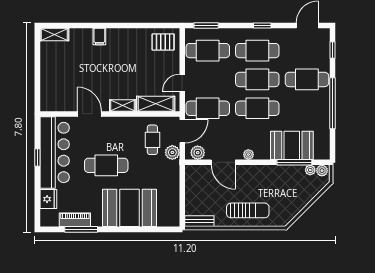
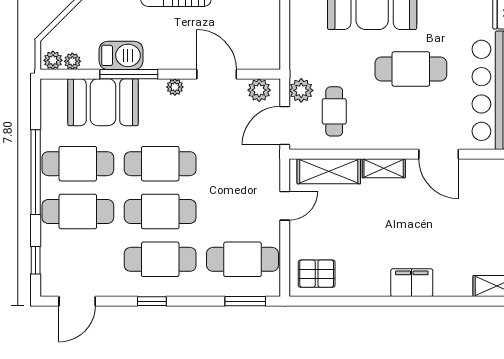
filing cabinet: (99, 37) -> (412, 283), width x2.00
cafe table: (208, 108) -> (78, 164), moved
window: (294, 162) -> (129, 74), moved
barbecue: (281, 174) -> (121, 55), added

